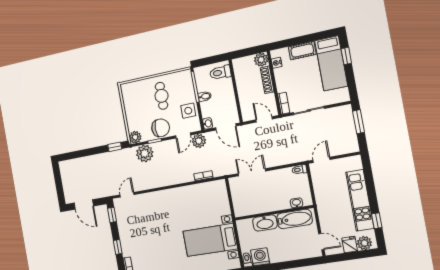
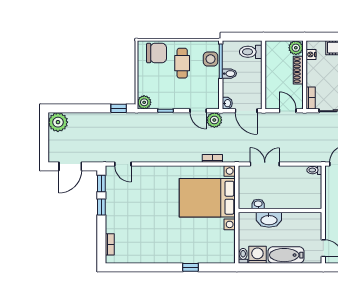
side table: (188, 111) -> (211, 59), moved
chair: (161, 128) -> (157, 53), moved
door: (183, 135) -> (198, 111), hinge flipped
plant: (145, 153) -> (58, 122), moved
door: (127, 195) -> (123, 164), swing flipped
washbasin: (296, 203) -> (258, 204), moved
door: (84, 205) -> (70, 166), hinge flipped
bathtub: (295, 219) -> (286, 255), moved, turned 180
bed with nightstands: (210, 240) -> (207, 198), moved, width x1.36
window: (118, 247) -> (101, 207), moved

